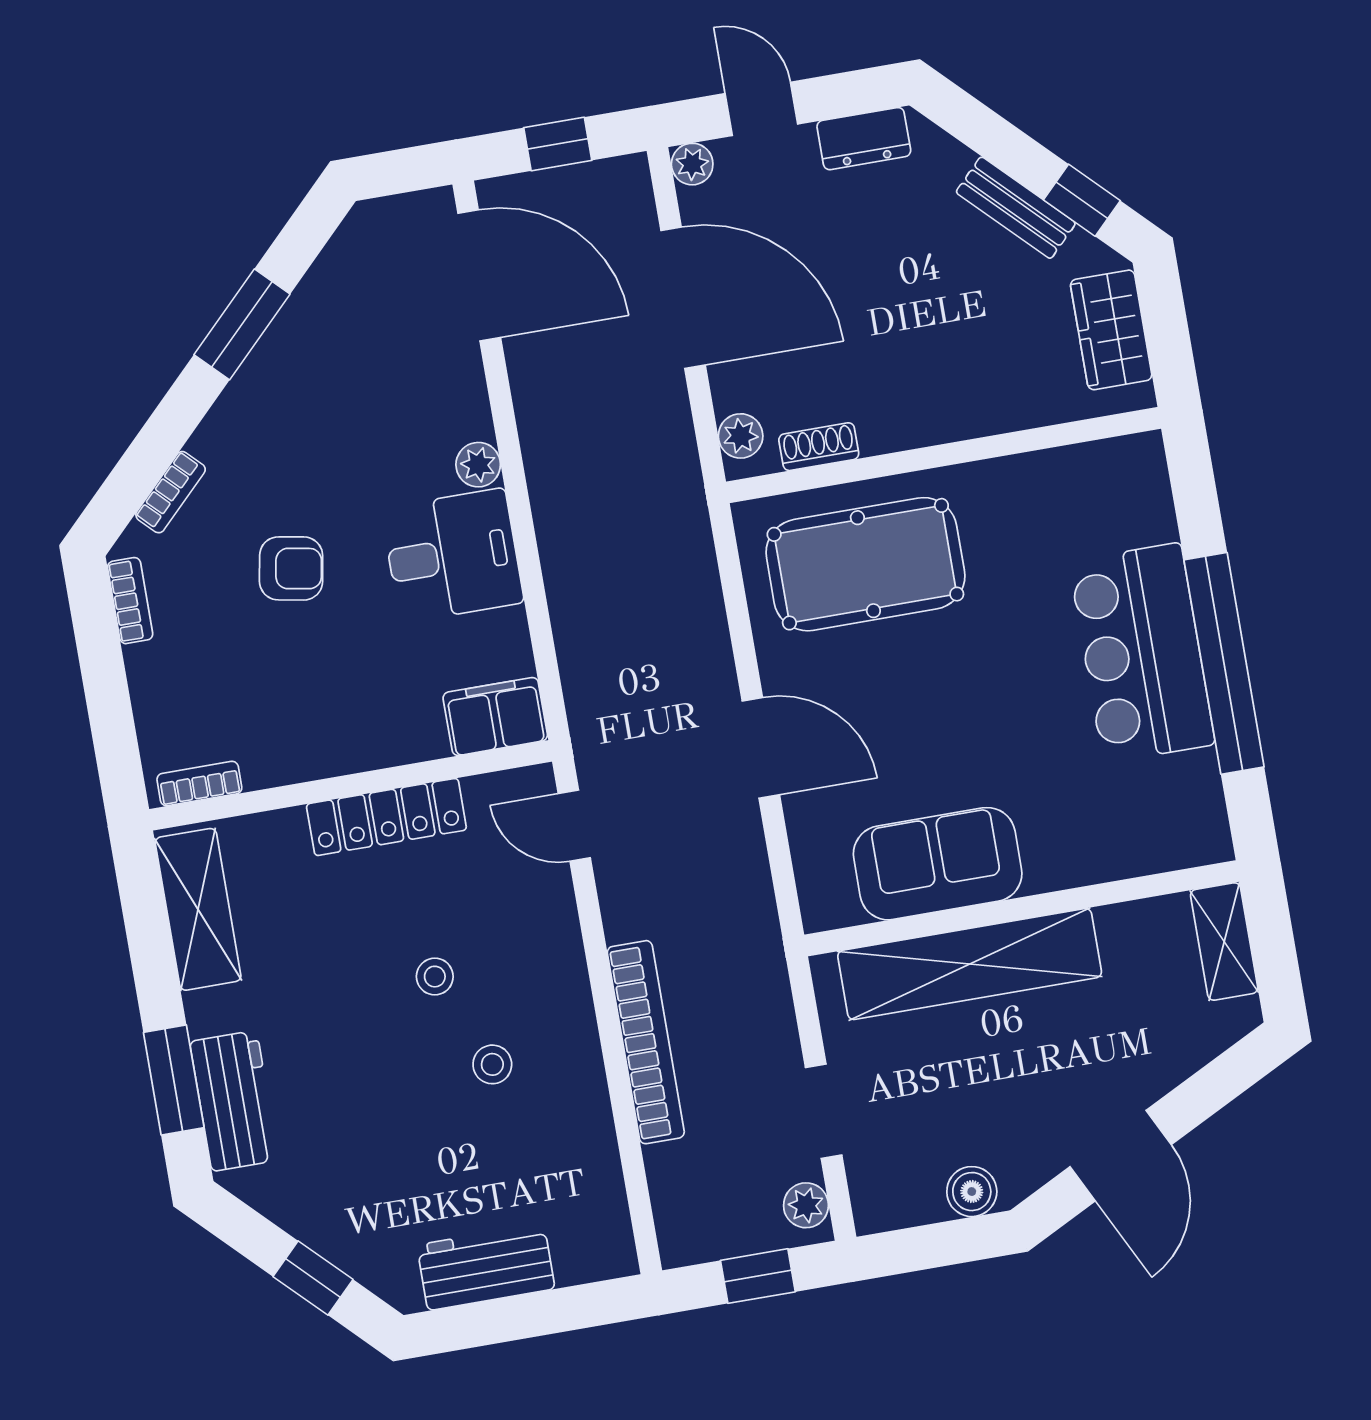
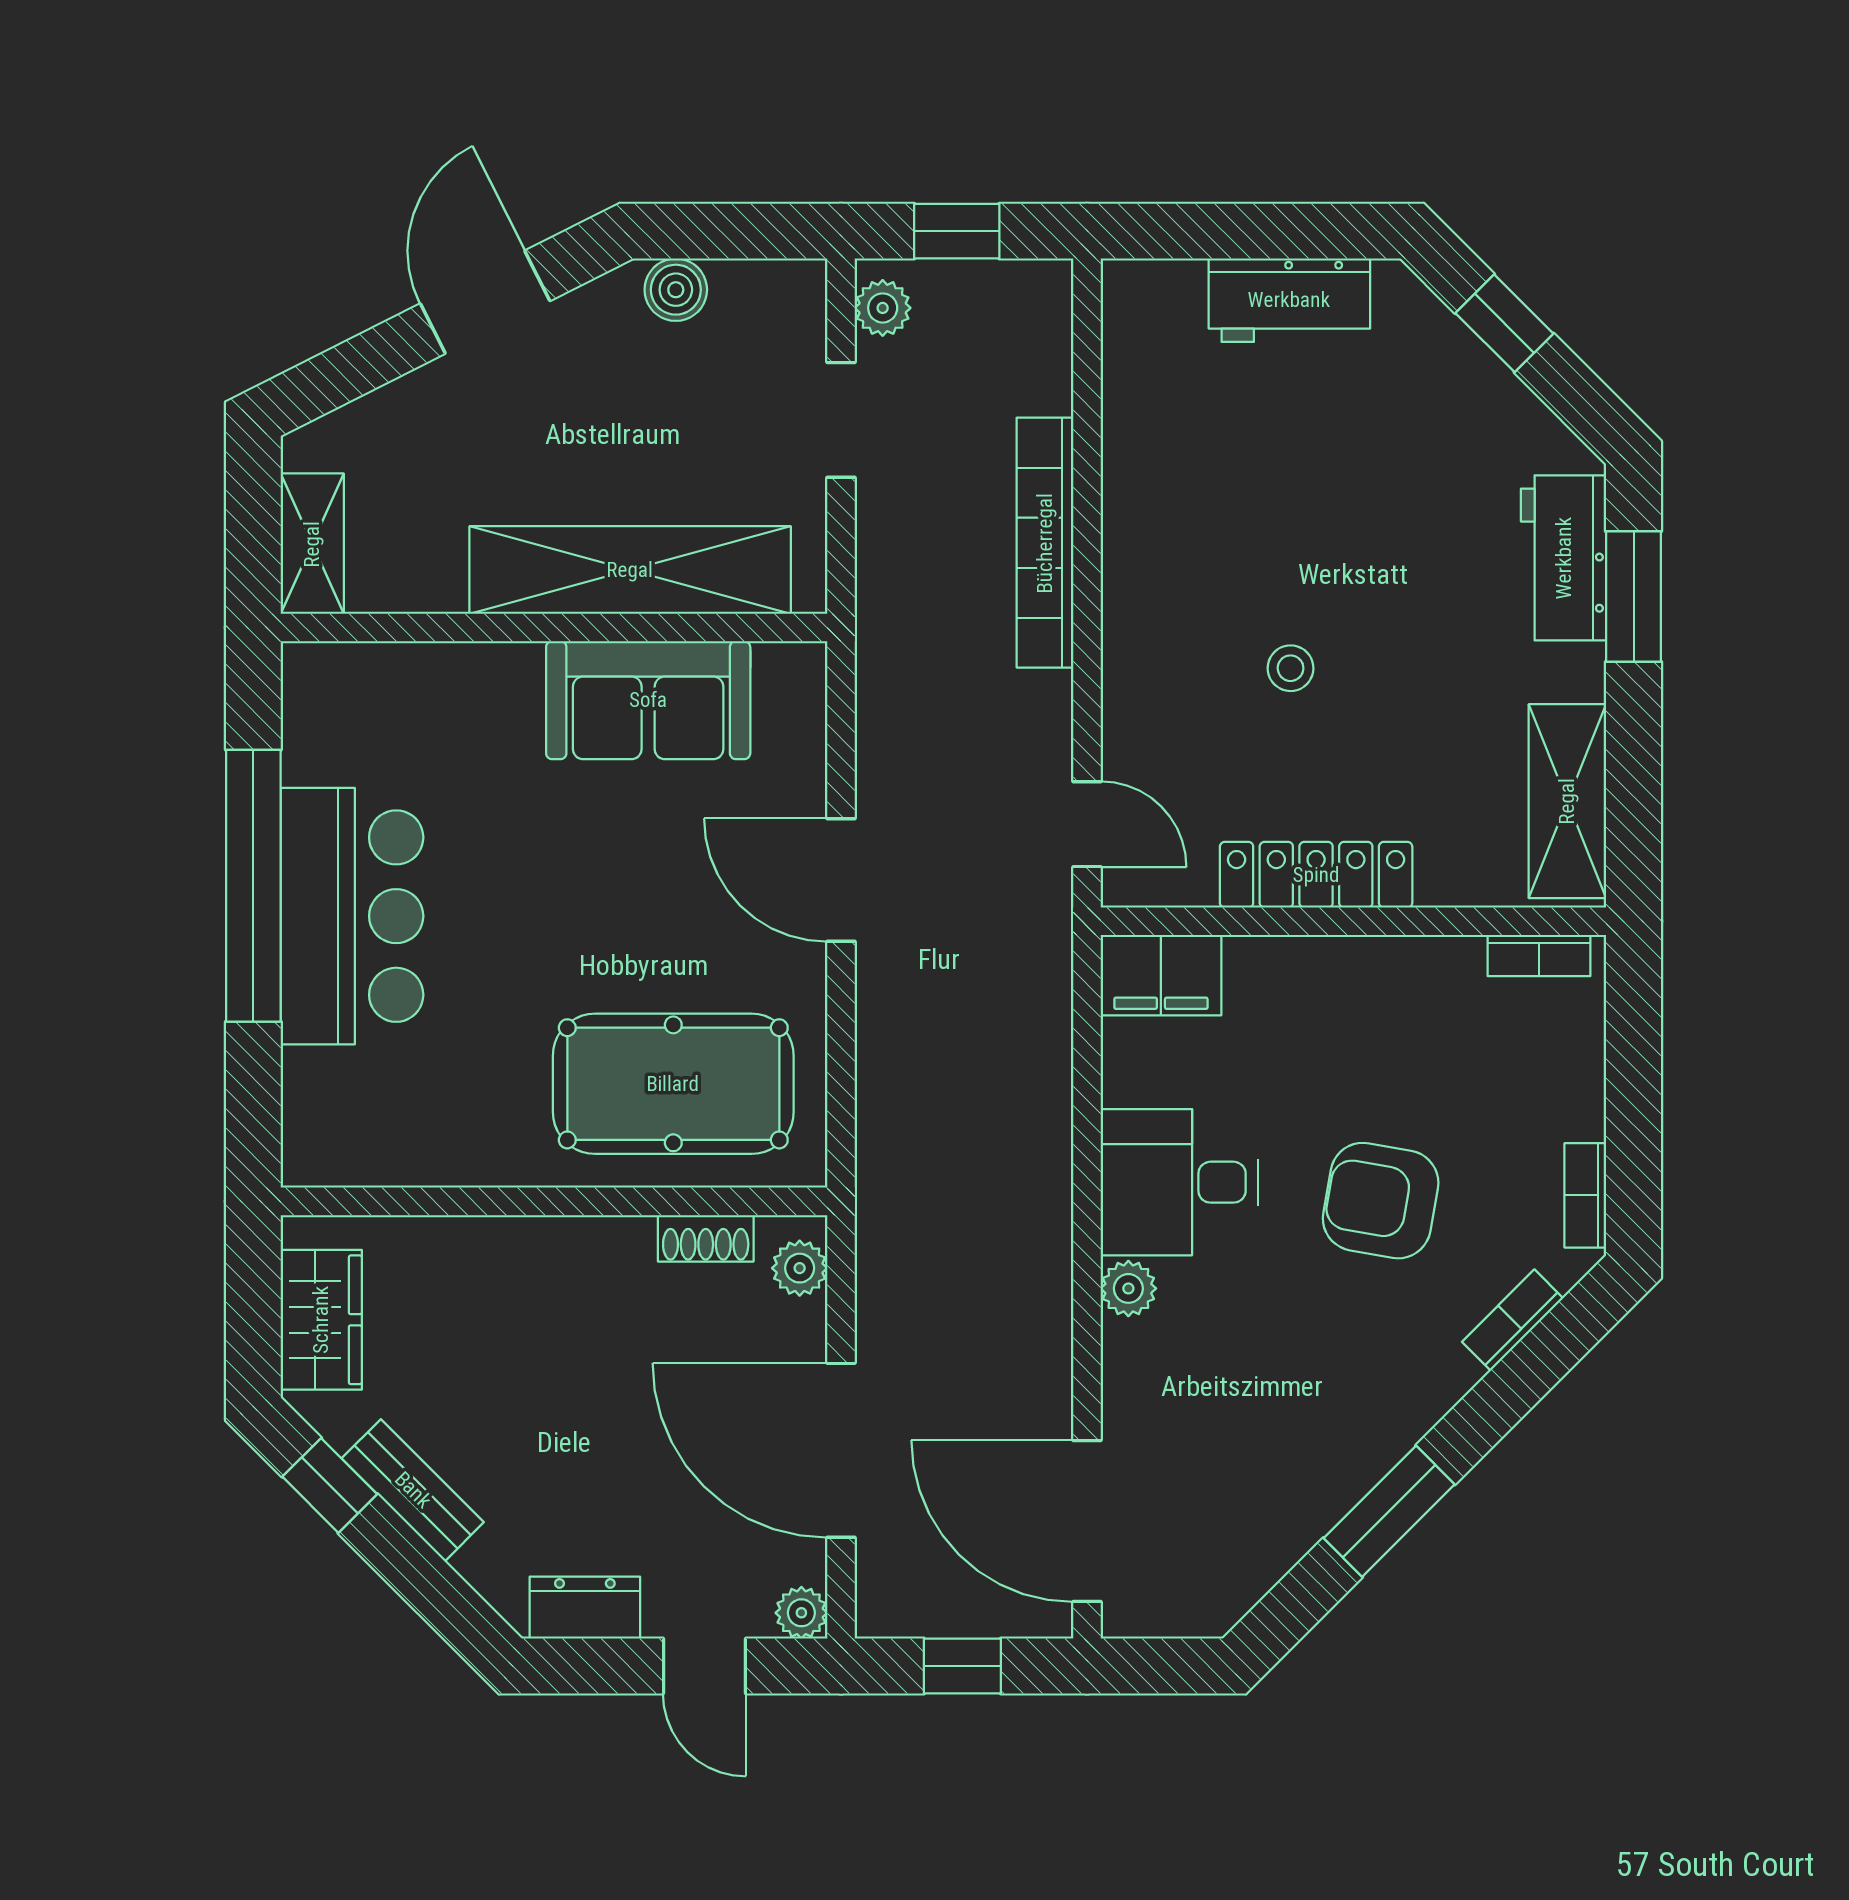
armchair: (291, 568) -> (1381, 1201), width x1.38, depth x1.38
stool: (492, 1064) -> (1238, 548), removed

